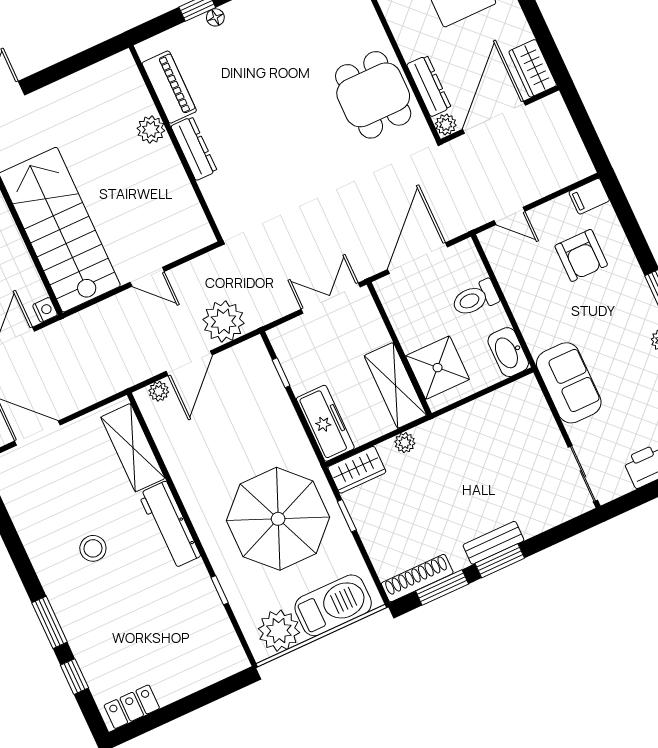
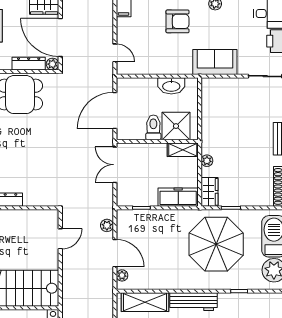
door: (510, 216) -> (115, 53), hinge flipped
armchair: (581, 255) -> (177, 21), moved
door: (417, 258) -> (115, 110), hinge flipped
door: (147, 277) -> (60, 239), moved
toilet: (475, 298) -> (153, 127), moved, turned 180
plant: (224, 321) -> (107, 225), width x0.53, depth x0.53
washbasin: (508, 352) -> (171, 86), moved
shelving: (395, 385) -> (183, 150), width x0.67, depth x0.75

